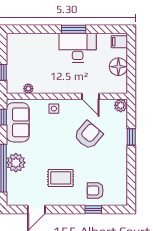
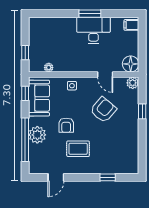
floor lamp: (118, 67) -> (131, 64), moved
armchair: (95, 191) -> (66, 125), moved, turned -90

